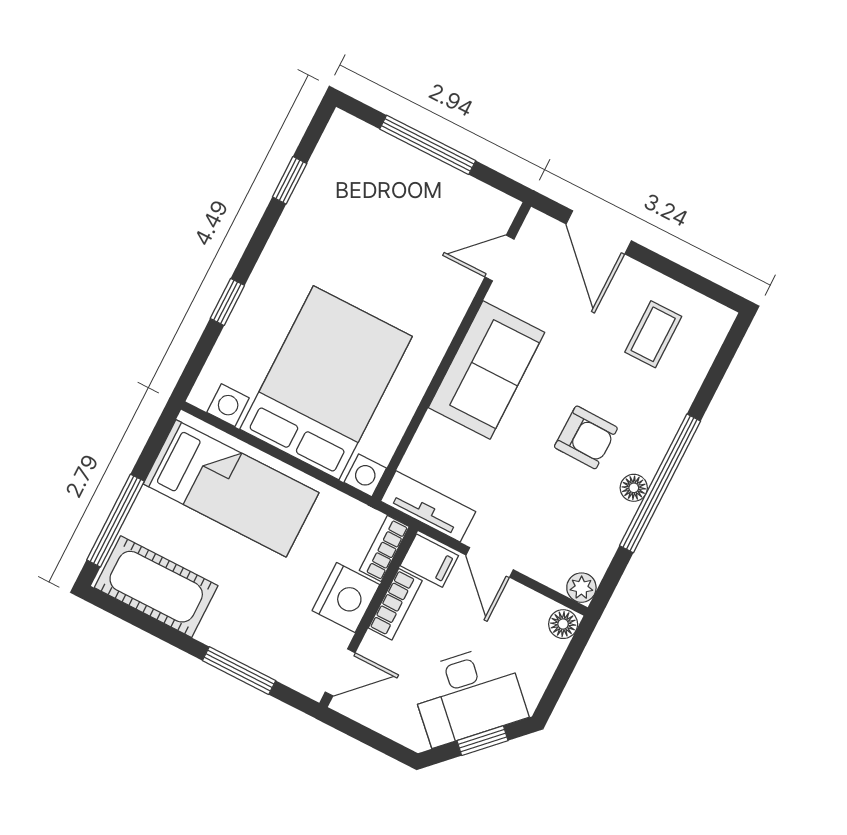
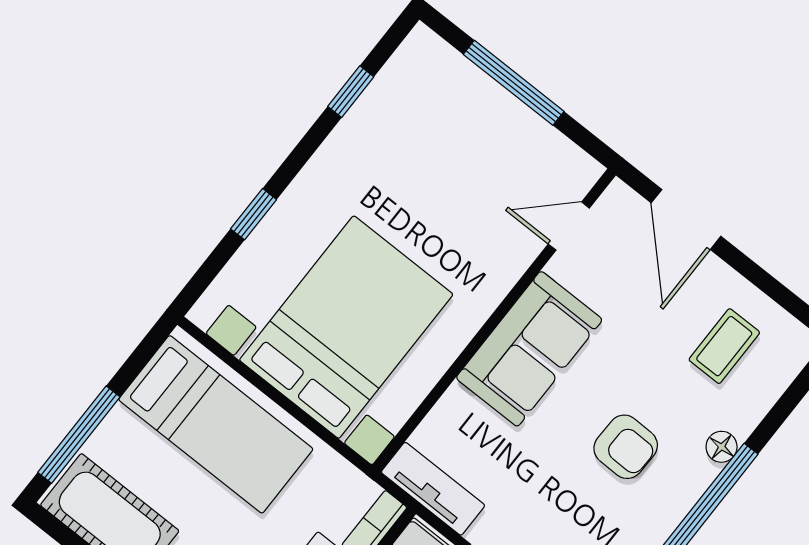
floor lamp: (634, 488) -> (722, 447), moved

